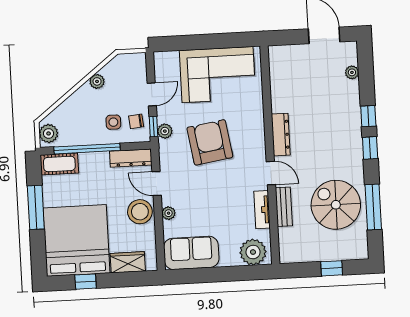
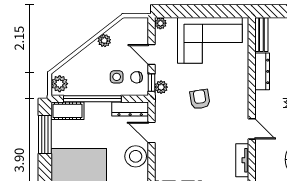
door: (152, 94) -> (151, 54), swing flipped
dresser: (281, 135) -> (262, 71), moved
armchair: (210, 142) -> (200, 99), width x0.53, depth x0.53
window: (36, 207) -> (45, 135), moved
bench: (284, 207) -> (261, 35), moved
plant: (169, 213) -> (160, 23), moved

